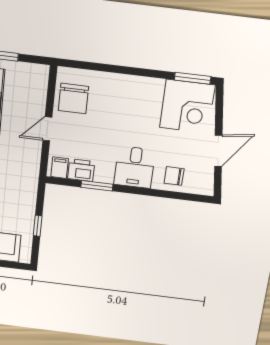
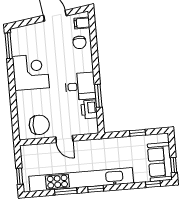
corner desk: (187, 106) -> (31, 72), moved
desk: (135, 167) -> (80, 86), moved
filing cabinet: (60, 168) -> (82, 23), moved

